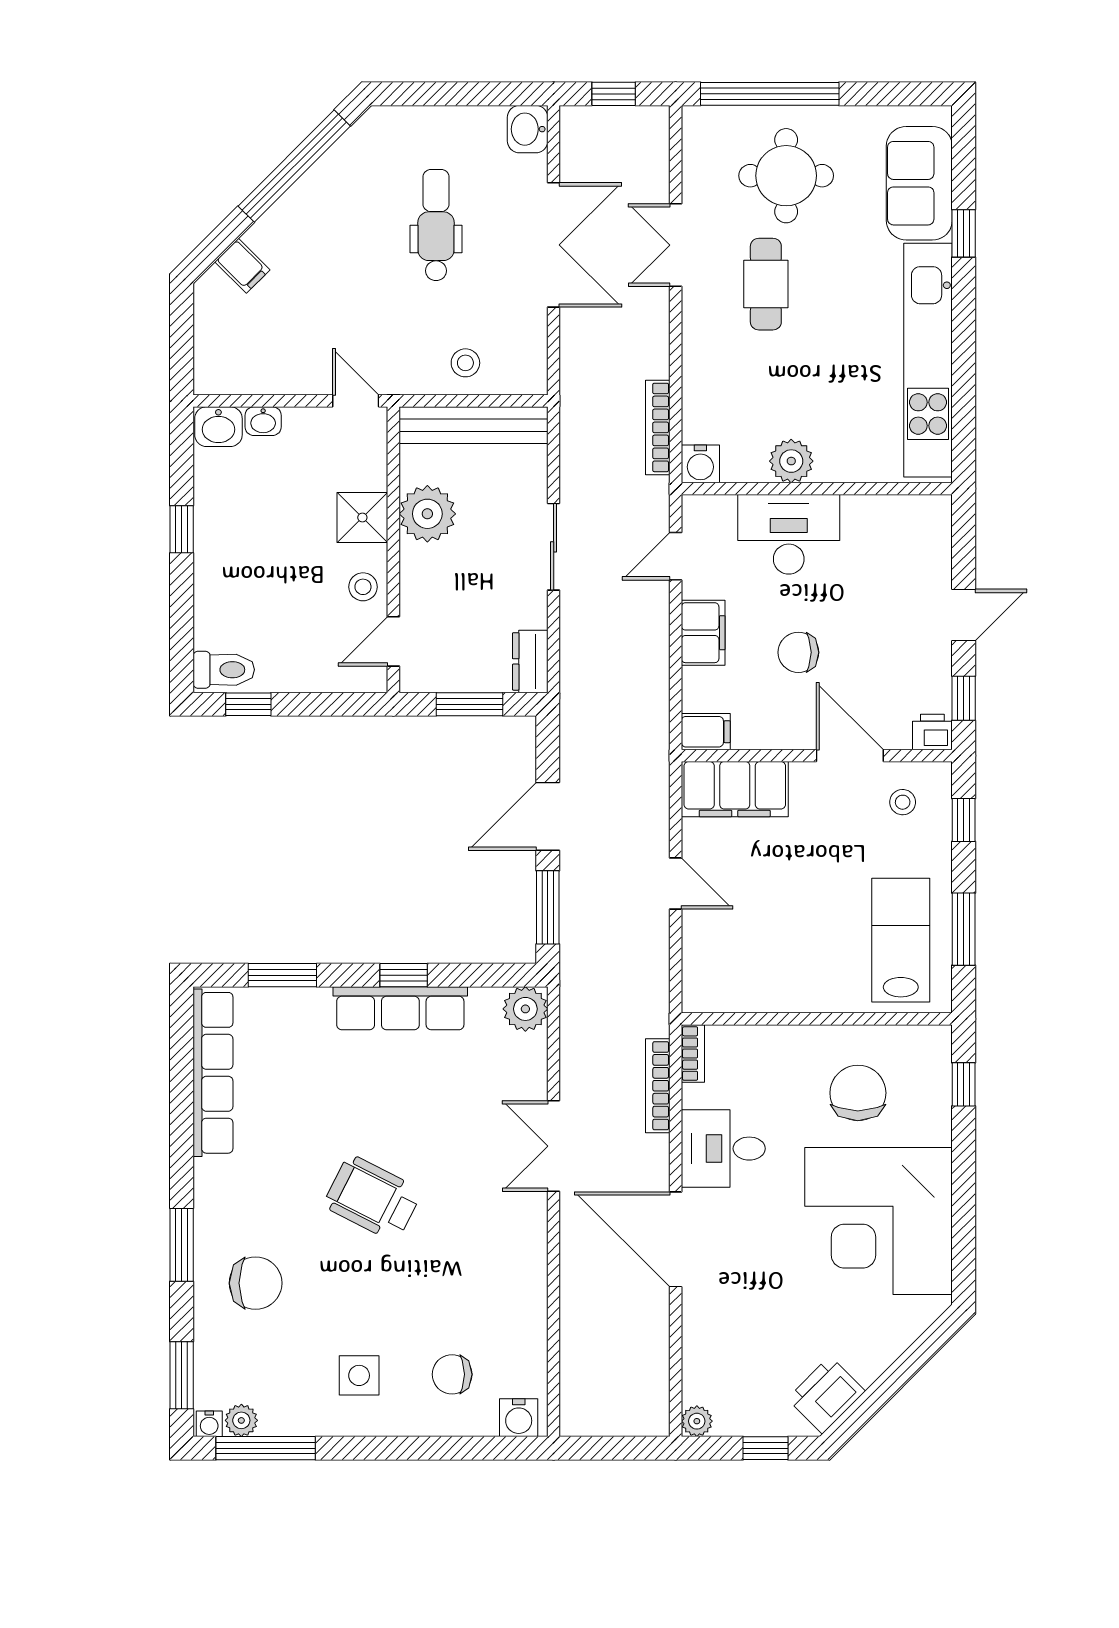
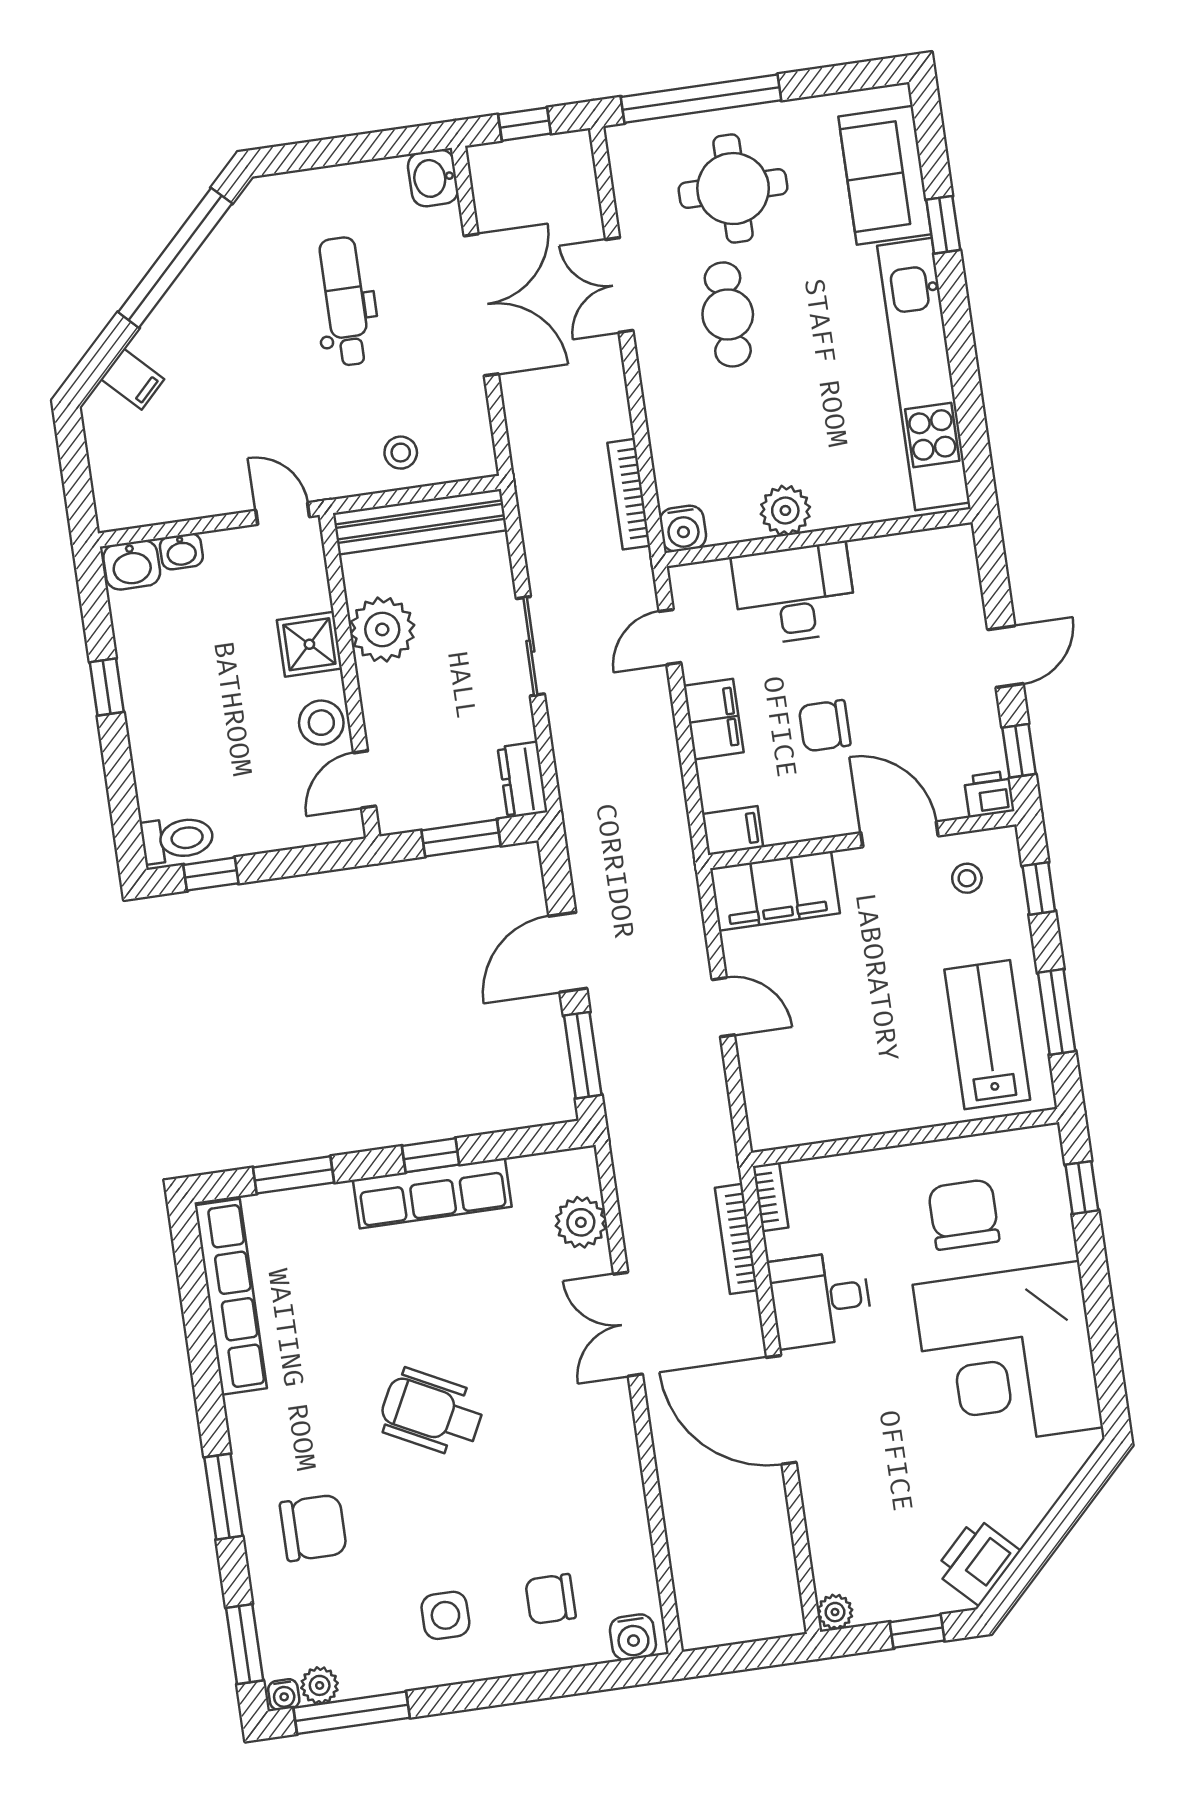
stool: (363, 587) -> (321, 723), width x1.37, depth x1.37
plant: (525, 1009) -> (581, 1222), moved

